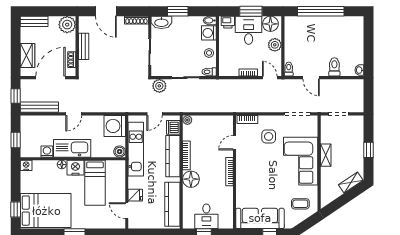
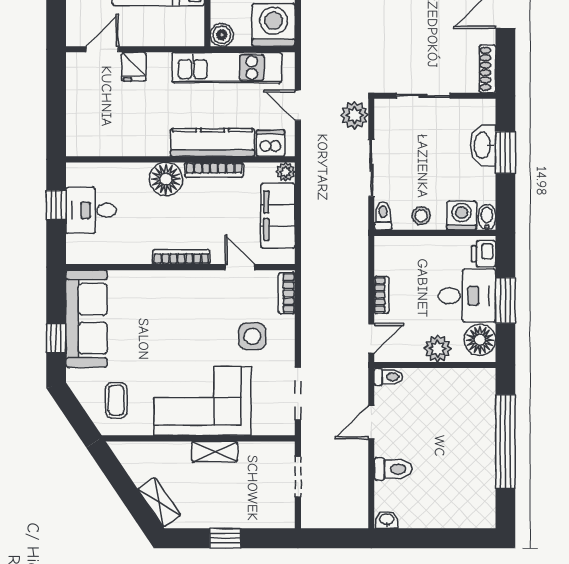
washbasin: (161, 22) -> (483, 145), moved
filing cabinet: (209, 124) -> (278, 216), added
kitchen counter: (172, 204) -> (115, 142), removed

